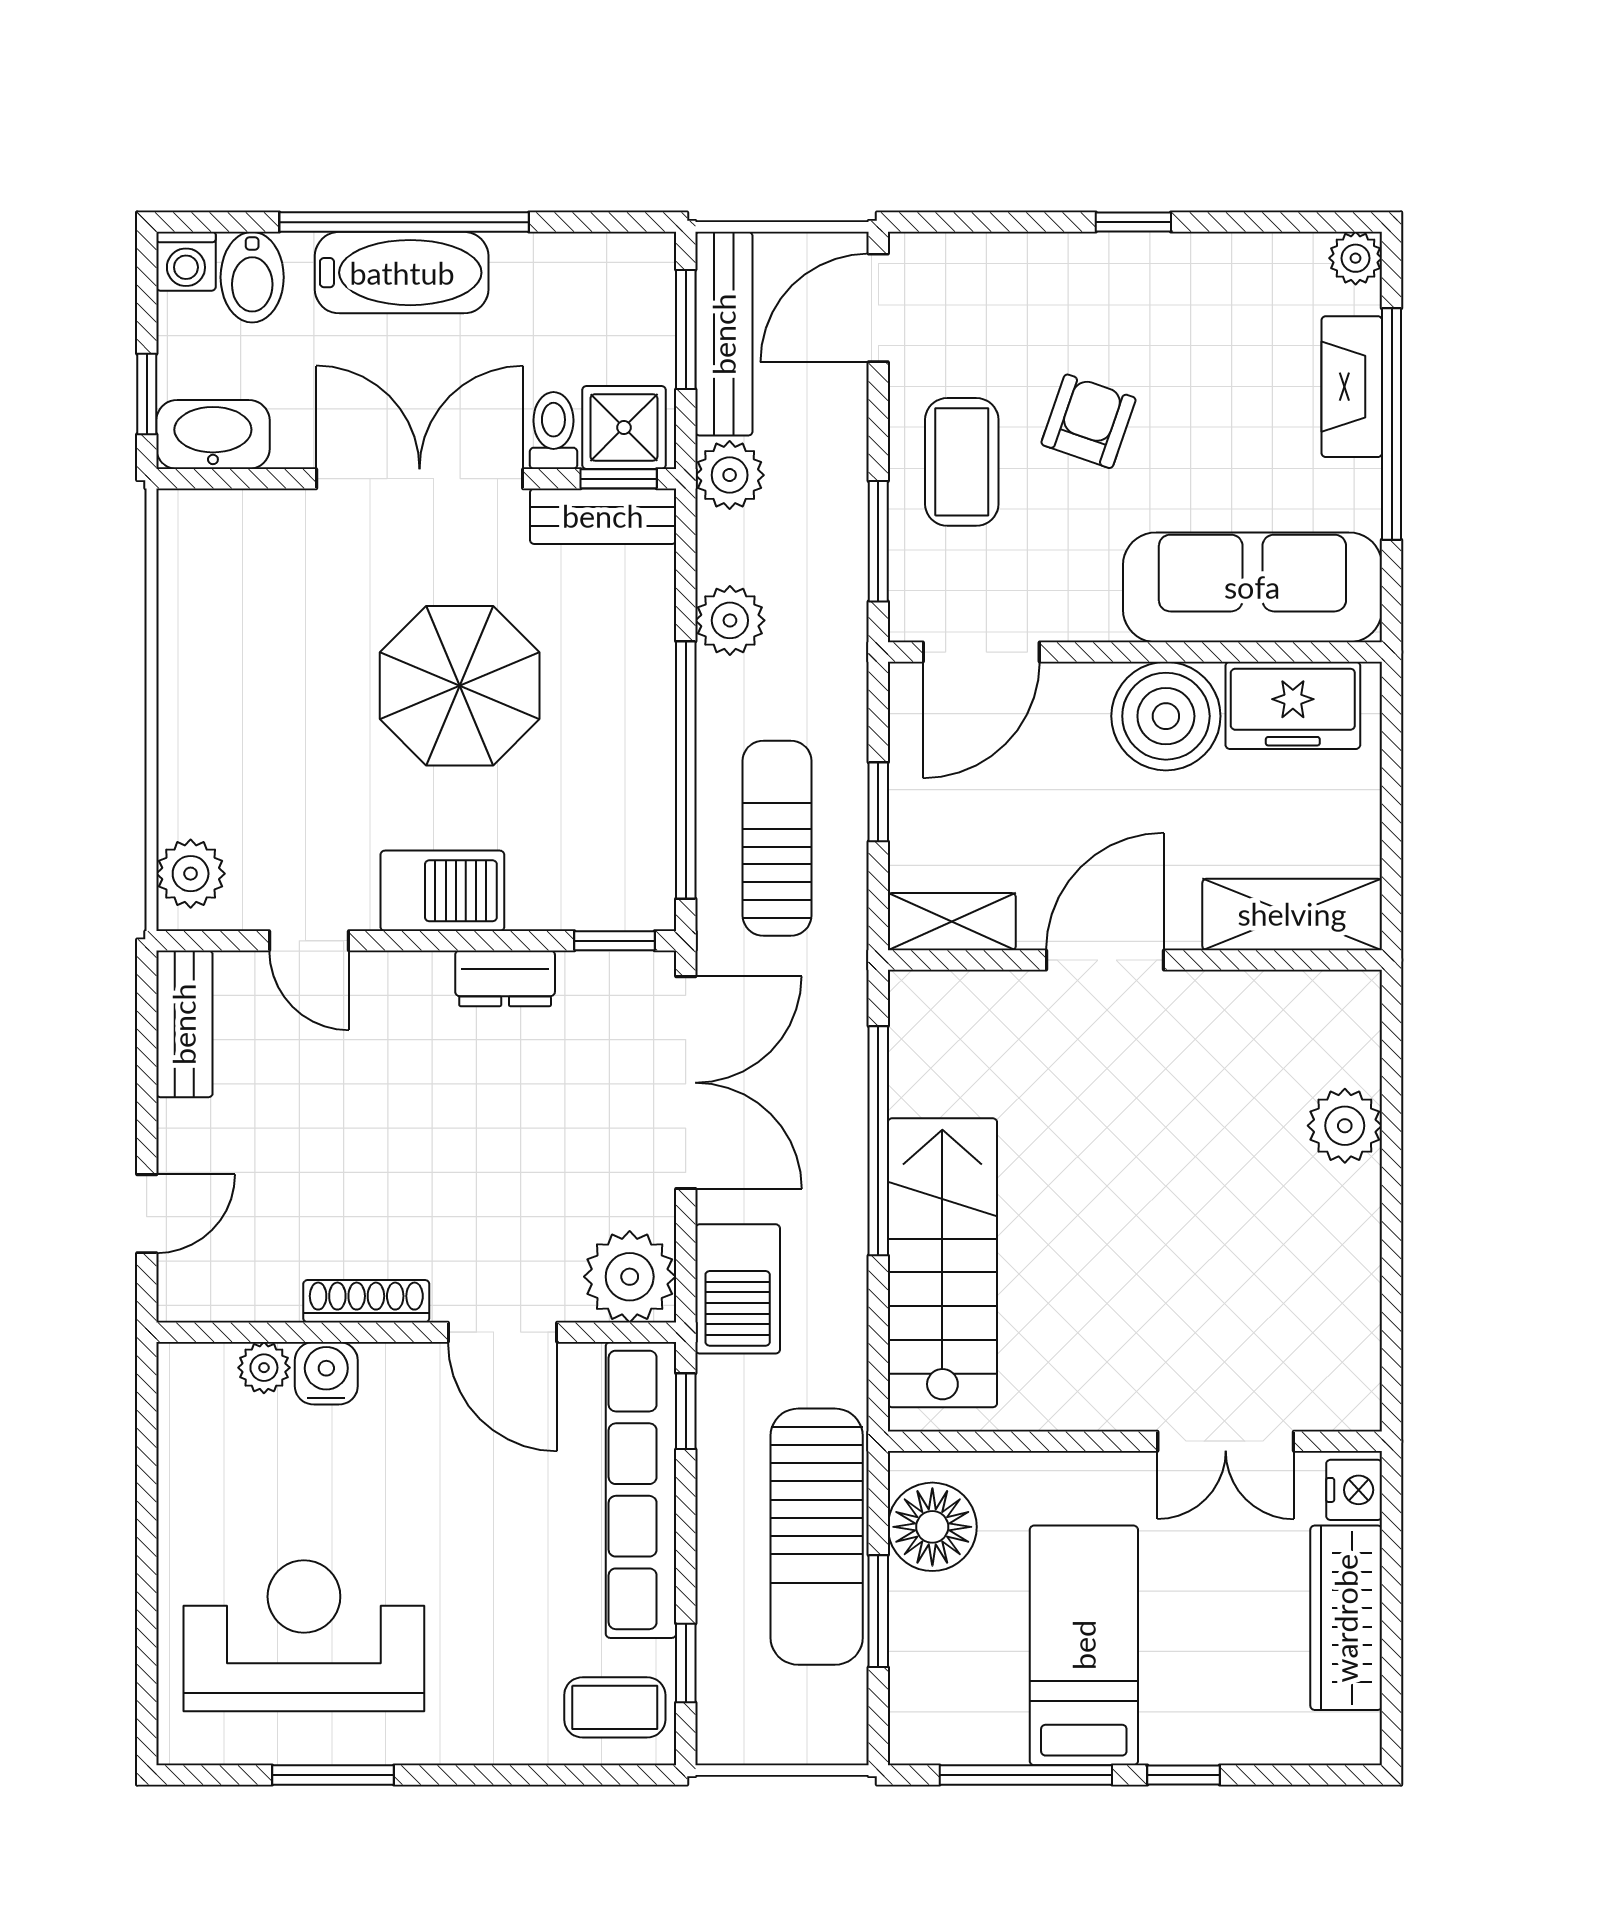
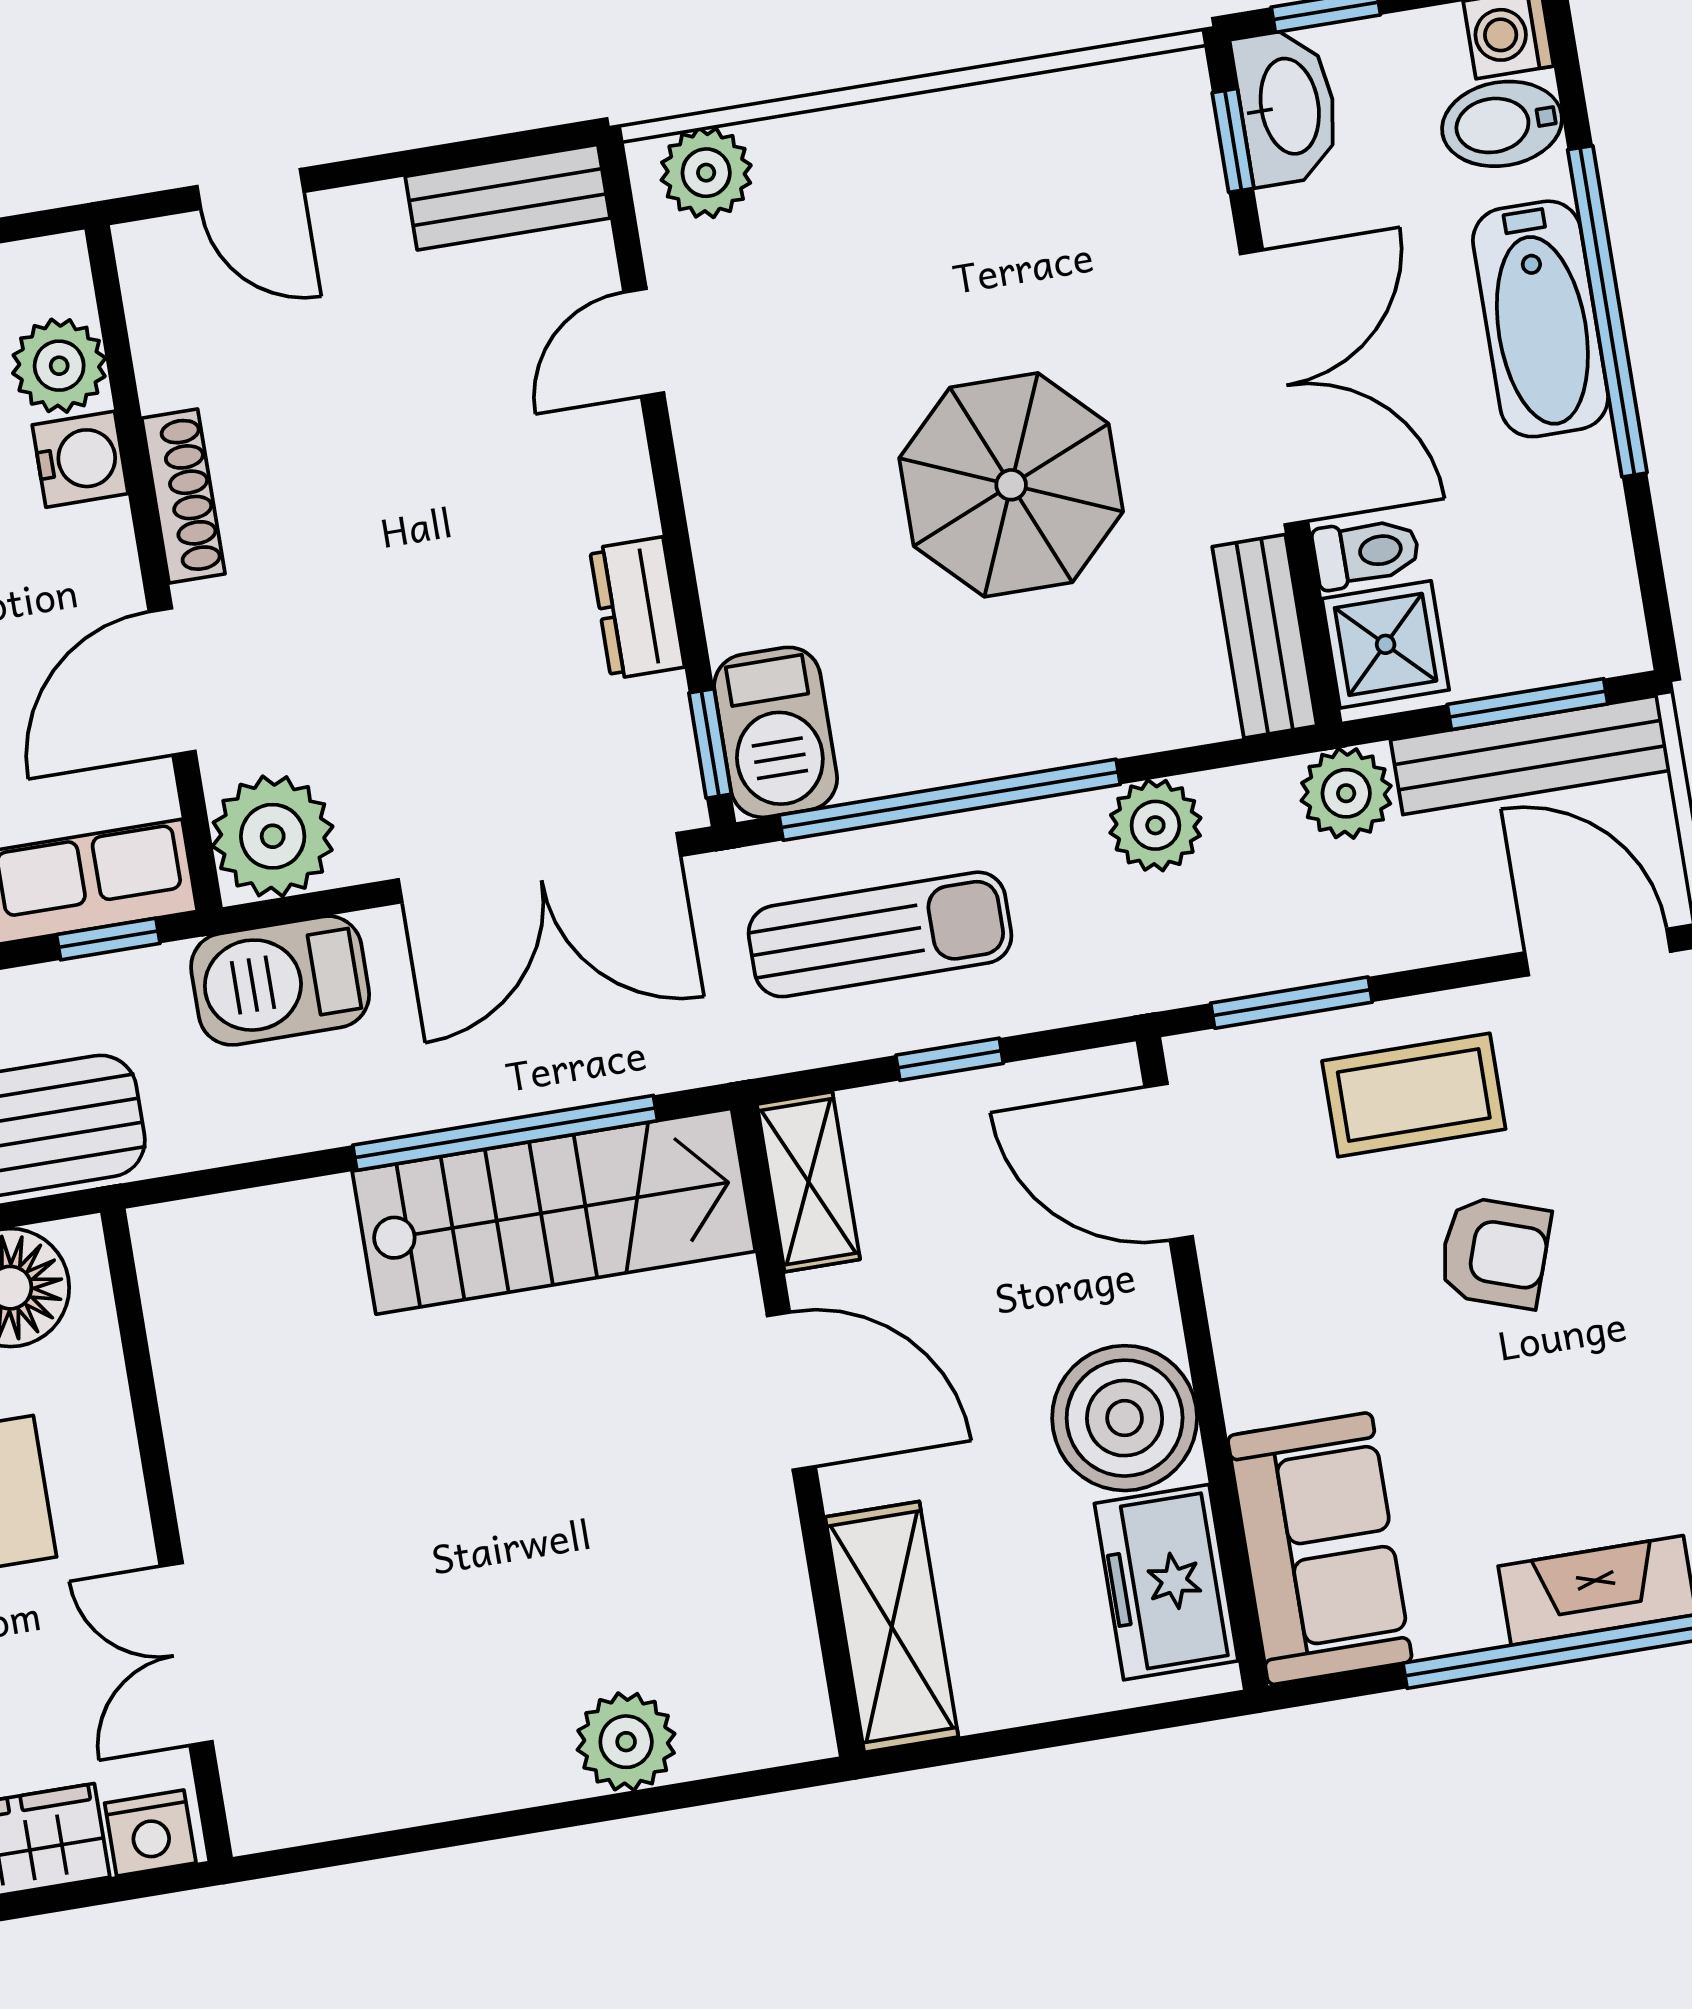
window: (619, 479) -> (1233, 140), moved
sofa: (1252, 587) -> (1320, 1549), width x0.73
barbecue: (442, 891) -> (776, 732), moved
stairs: (942, 1263) -> (554, 1211), moved
plant: (264, 1368) -> (59, 366), width x1.38, depth x1.38

